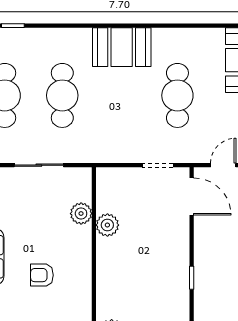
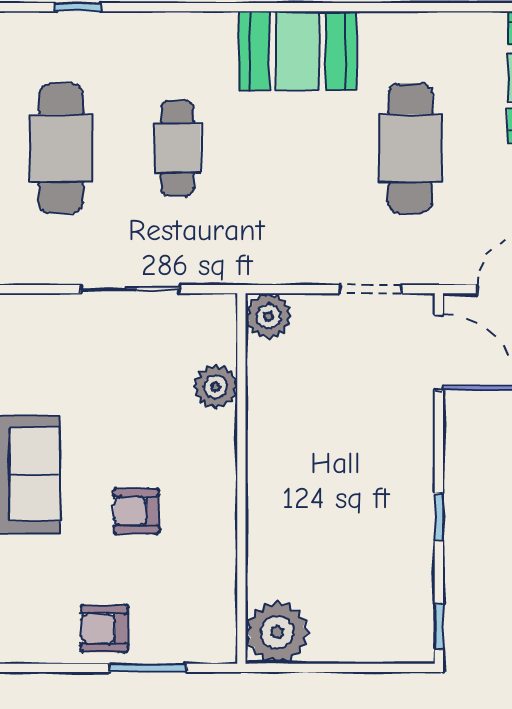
cafe table: (62, 95) -> (177, 148), width x0.73, depth x0.74
plant: (107, 225) -> (269, 316), moved

